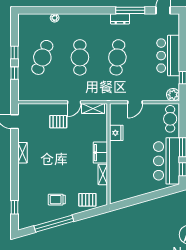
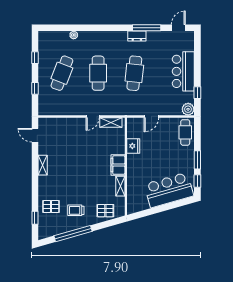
window: (14, 53) -> (35, 58), moved
pallet: (58, 122) -> (51, 206), moved
bar counter: (167, 161) -> (169, 190), moved, turned 74

